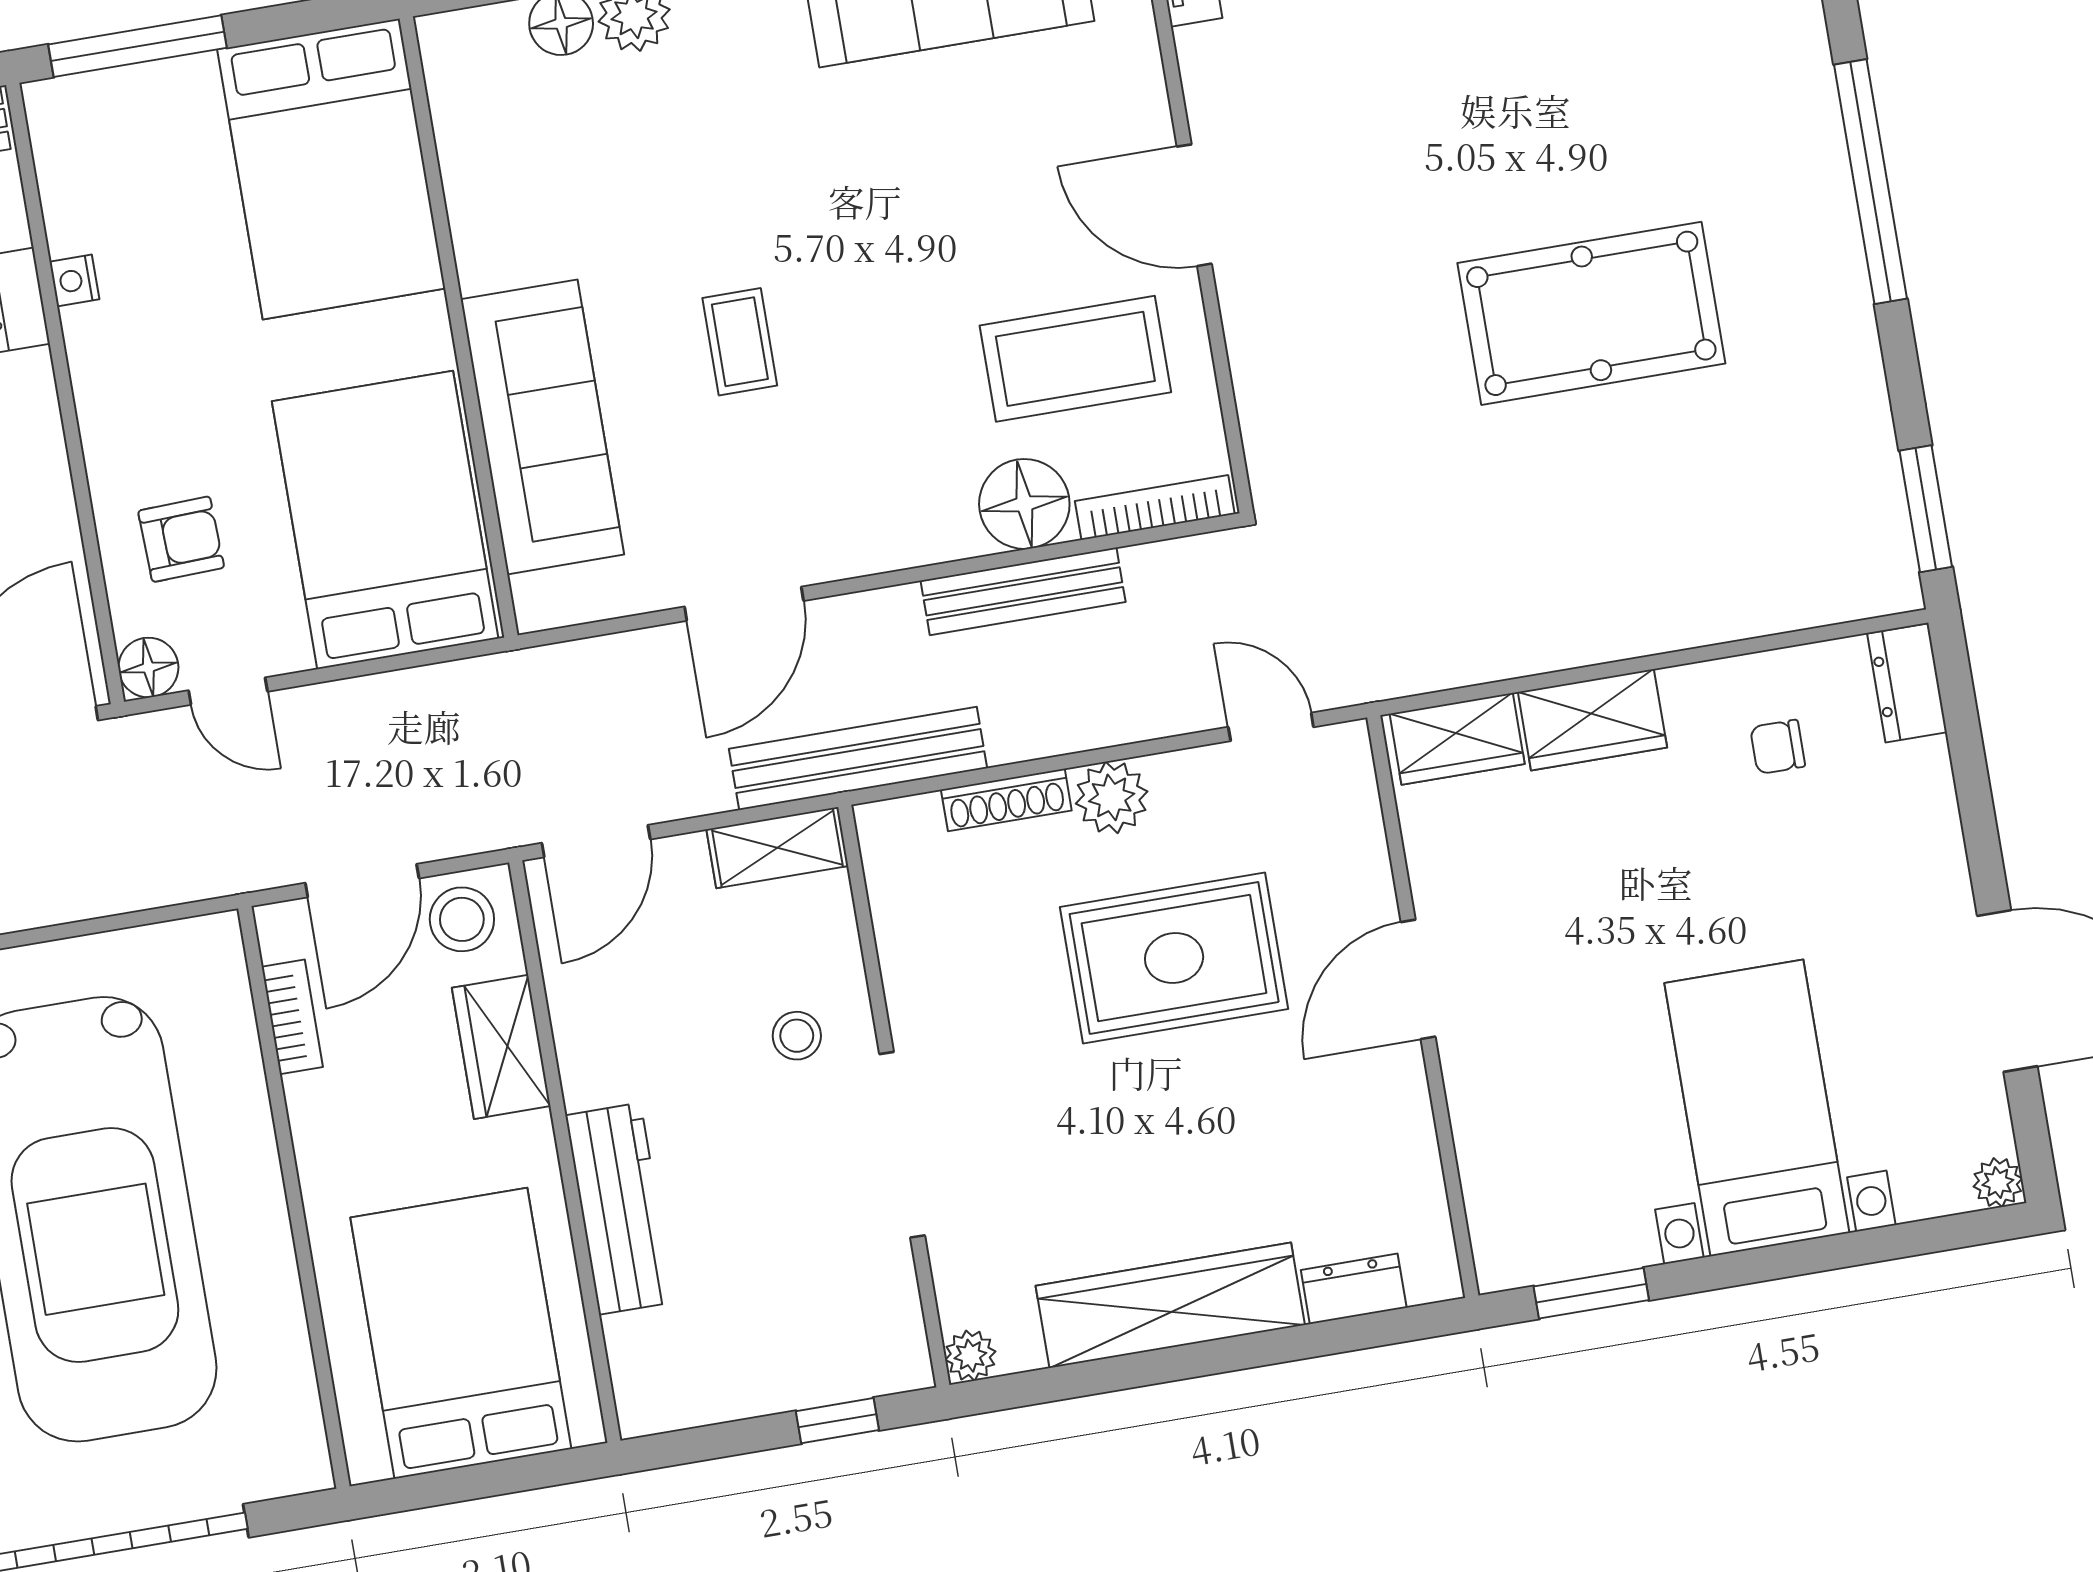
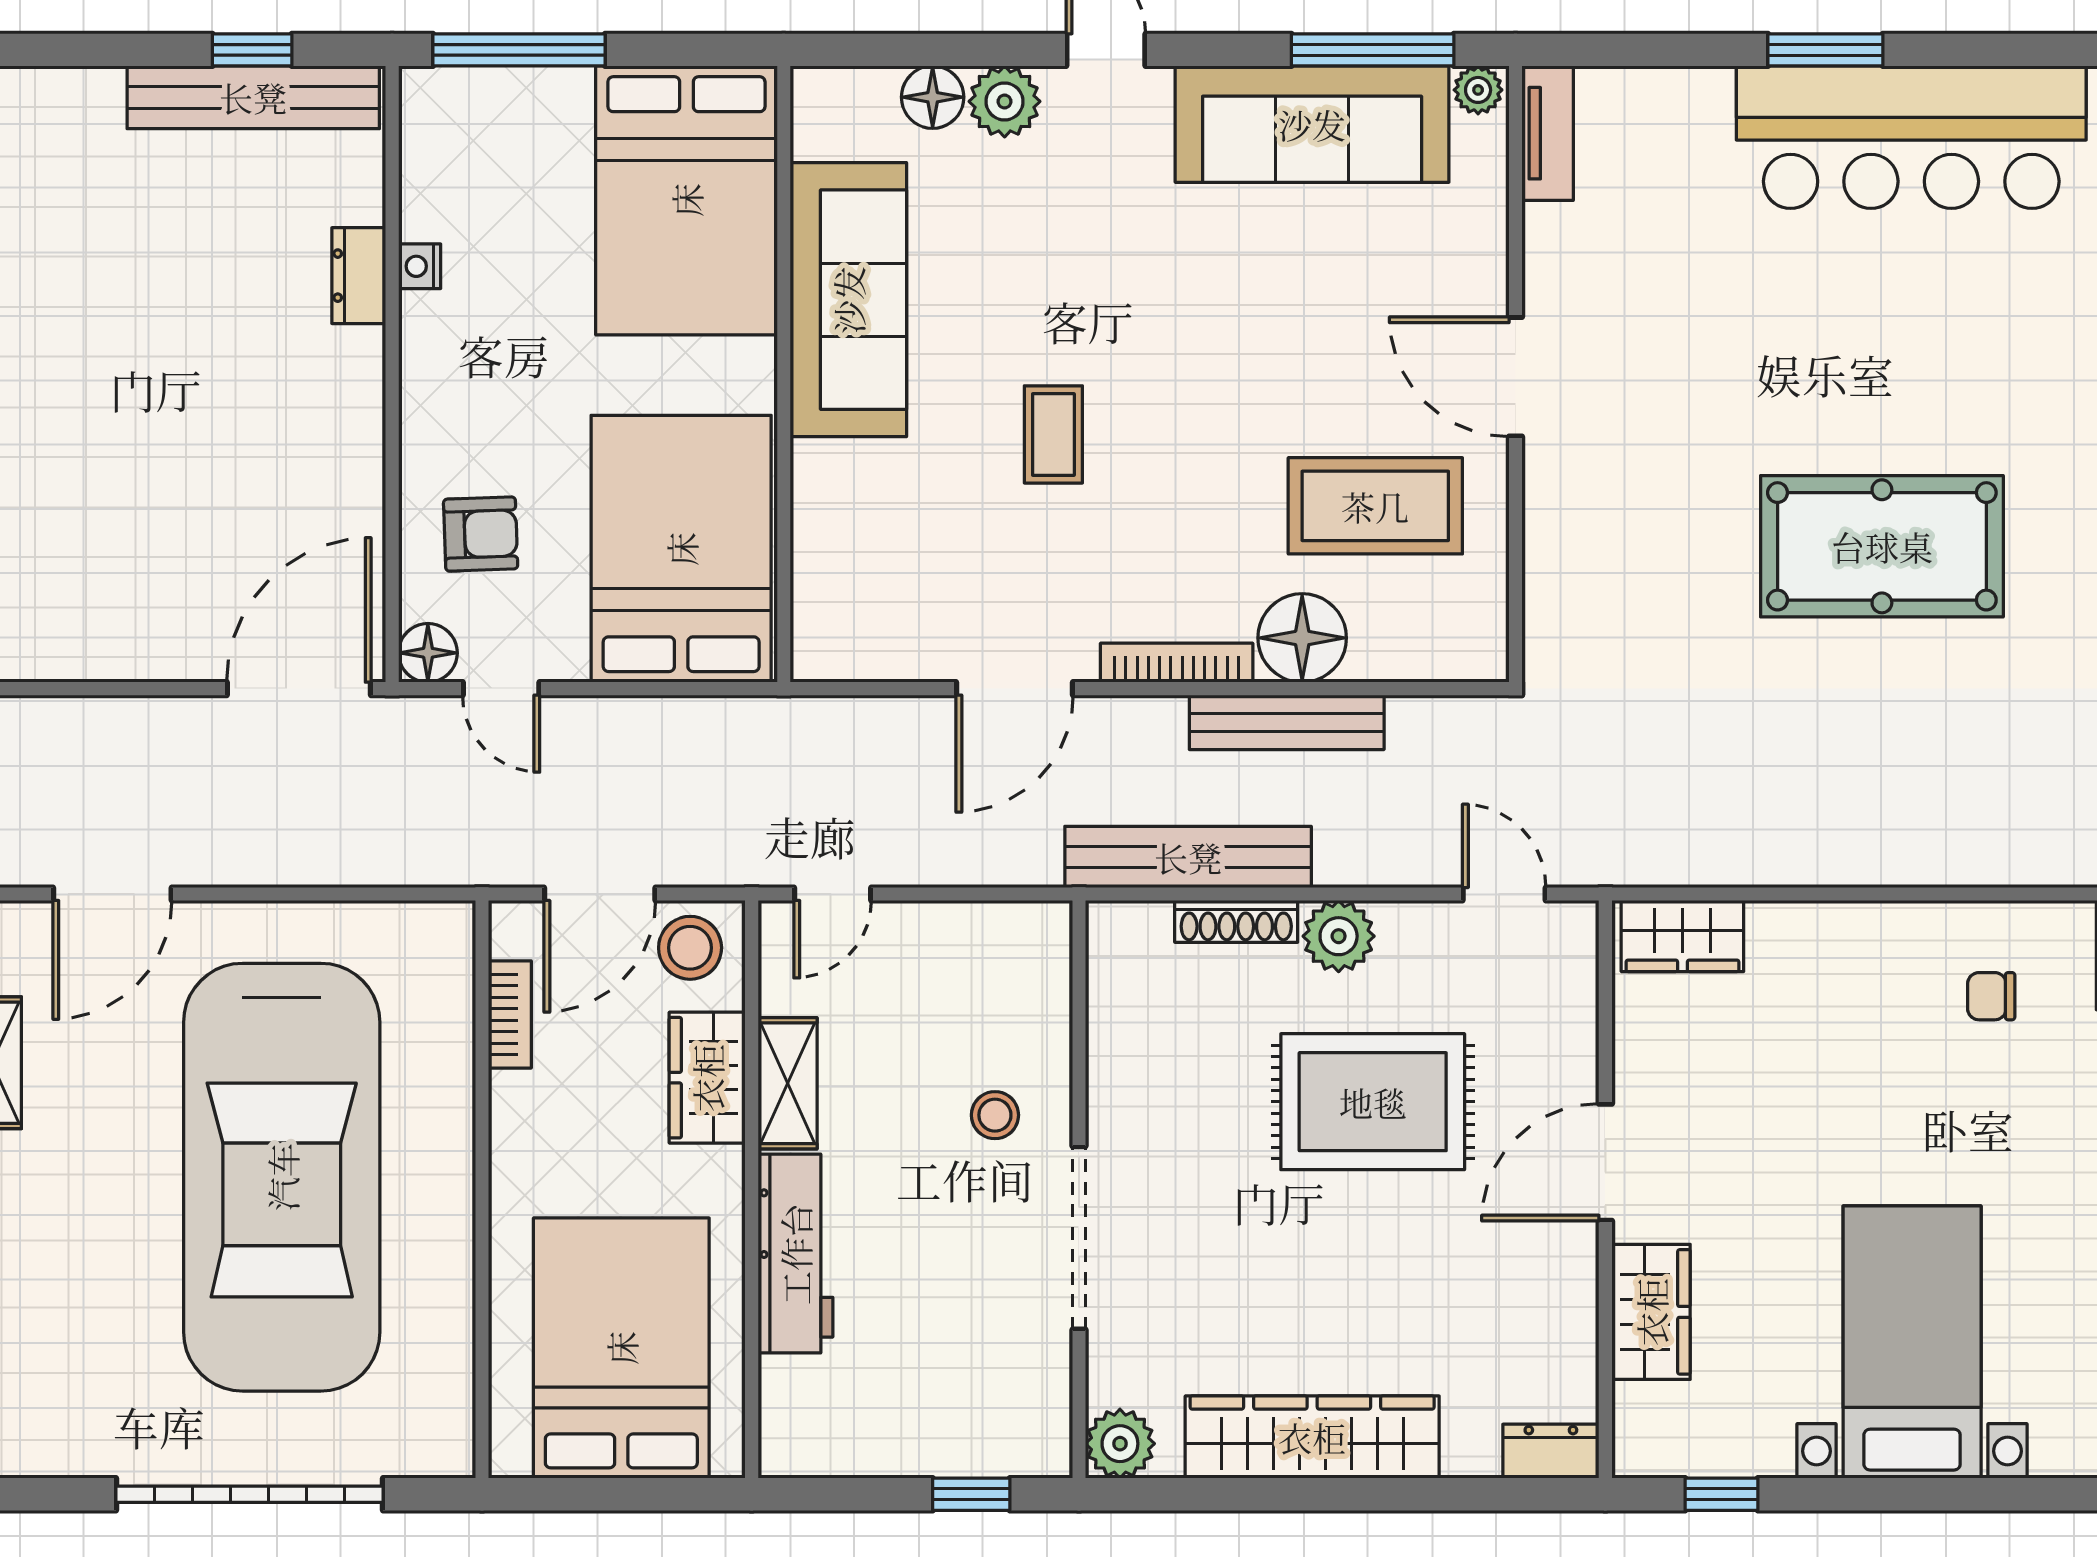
sofa: (542, 427) -> (848, 300), moved
bookcase: (1155, 507) -> (1177, 663), moved
wardrobe: (1592, 720) -> (1651, 1312), moved, turned -90
bench: (858, 758) -> (1188, 857), moved
door: (596, 841) -> (833, 894), width x0.73
shelving: (777, 848) -> (788, 1083), moved, turned 90
dresser: (1354, 1289) -> (1551, 1451), moved
window: (1591, 1293) -> (1721, 1494), width x0.67
plant: (970, 1356) -> (1120, 1444), width x1.38, depth x1.38

